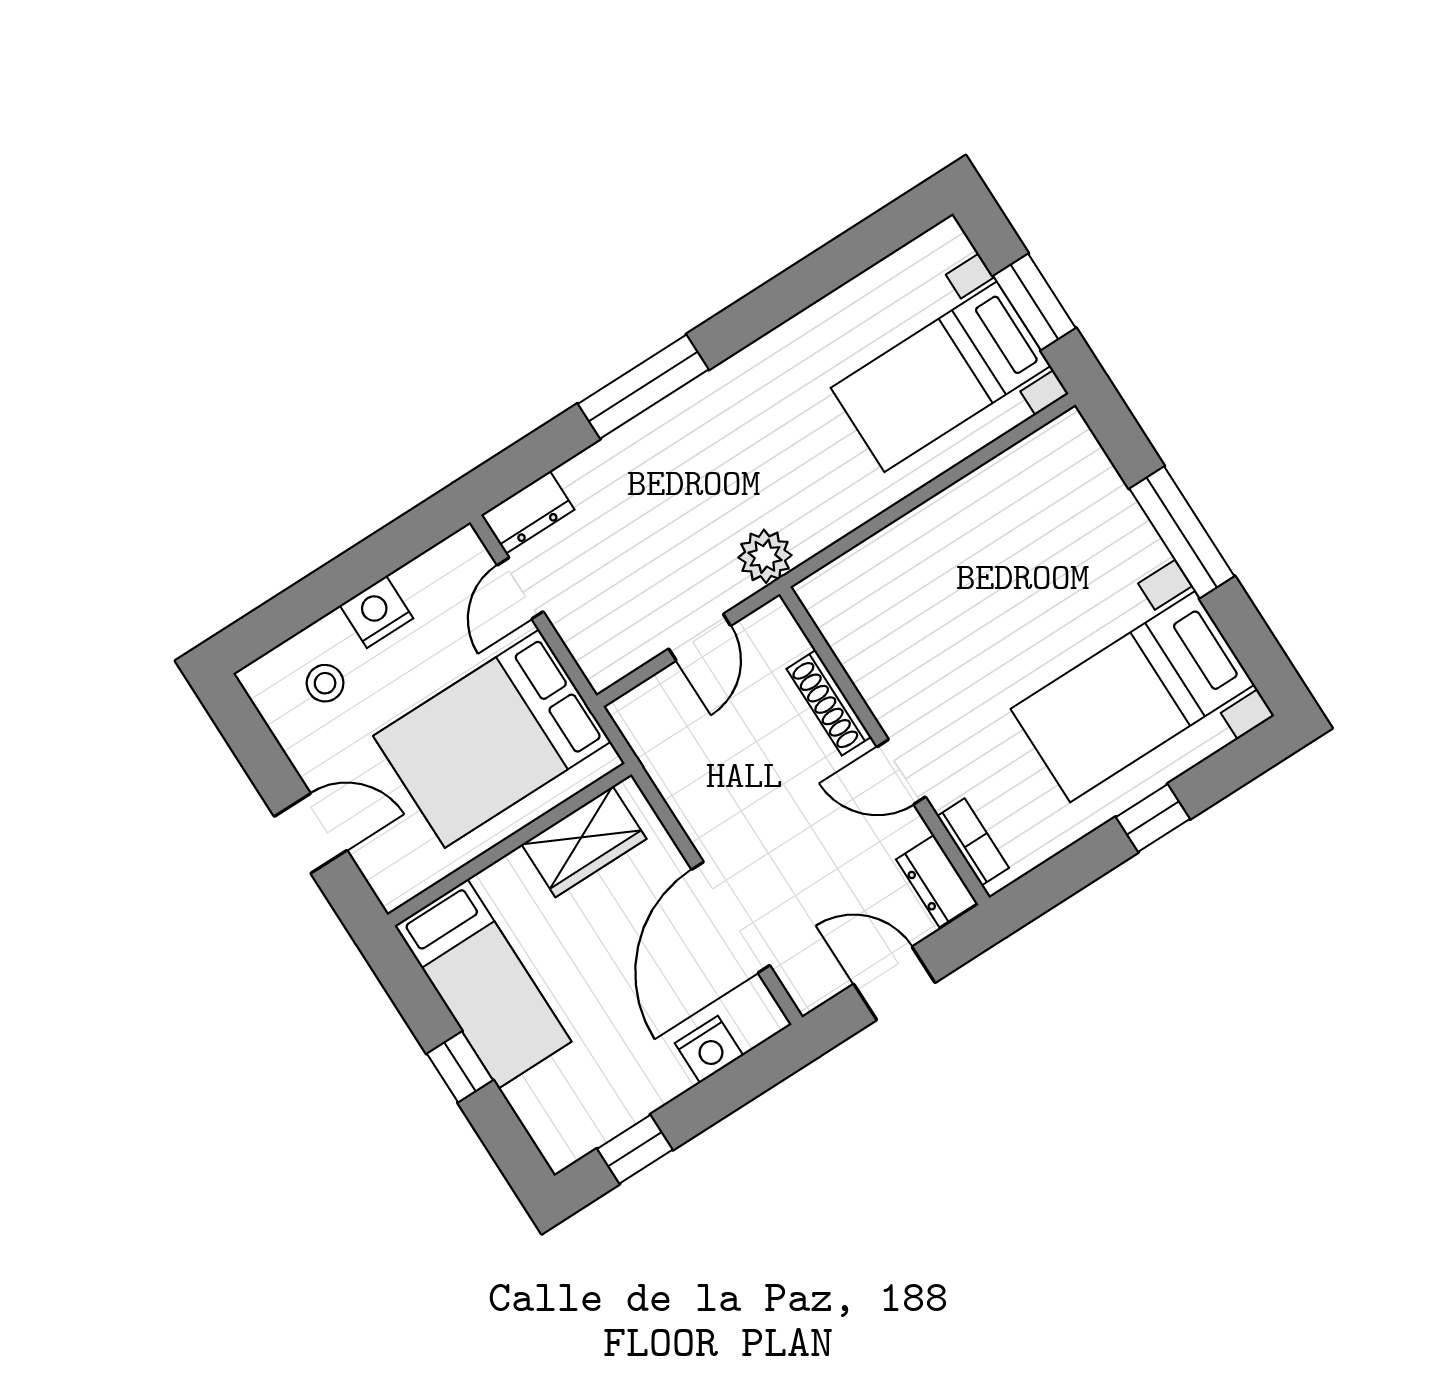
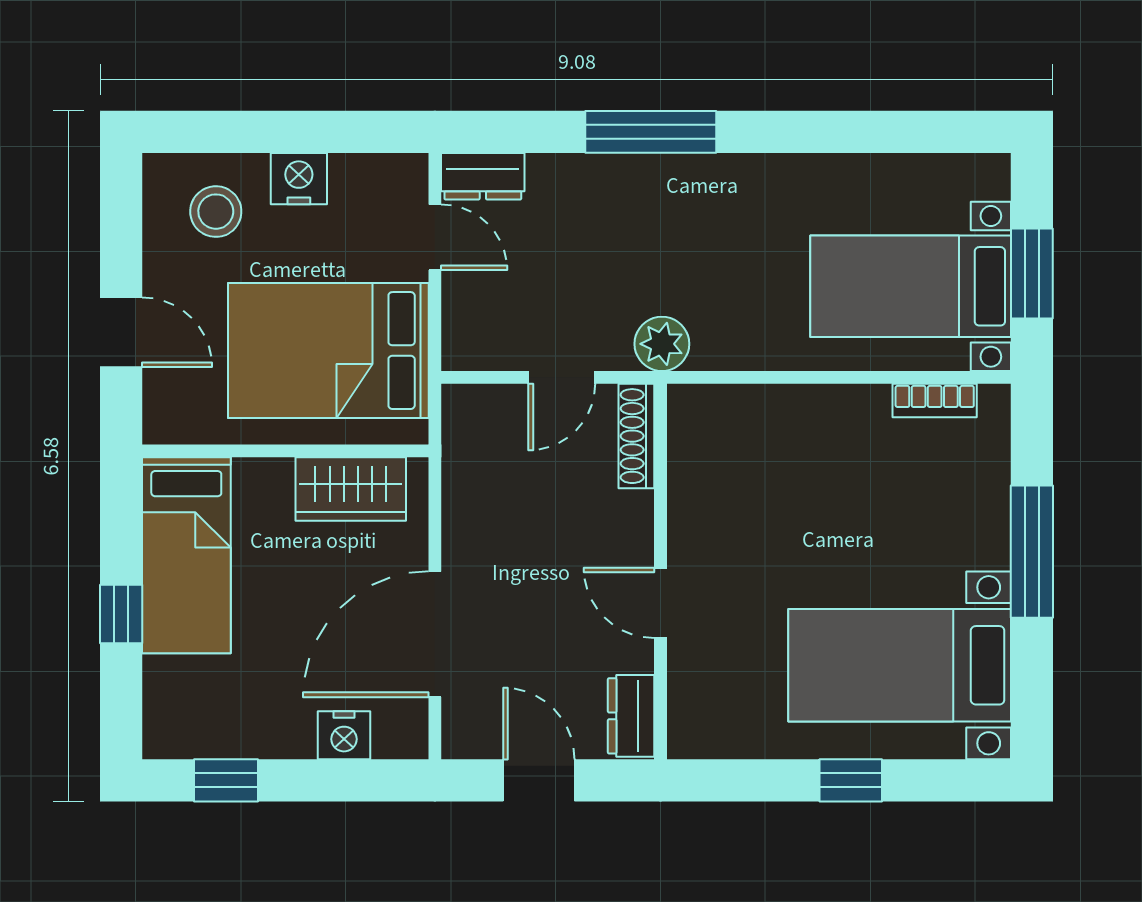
door: (520, 588) -> (435, 237), swing flipped
stool: (325, 683) -> (216, 212), width x1.37, depth x1.37
shoe rack: (829, 703) -> (636, 436), moved
bookcase: (973, 842) -> (935, 400), moved, turned 90

